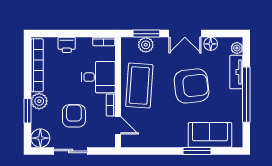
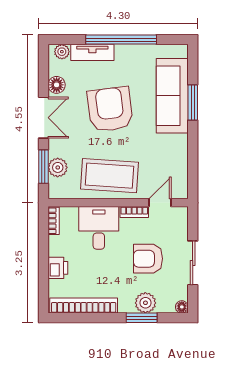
plant: (39, 101) -> (145, 303), moved
sofa: (210, 135) -> (172, 96), width x1.36
floor lamp: (40, 138) -> (182, 307), width x0.53, depth x0.53

